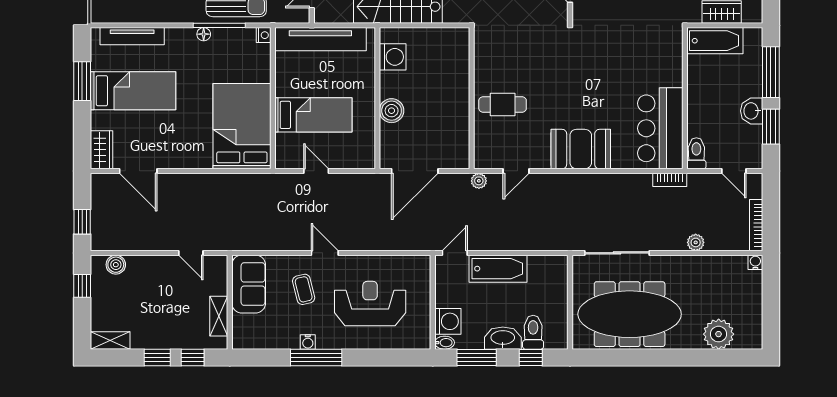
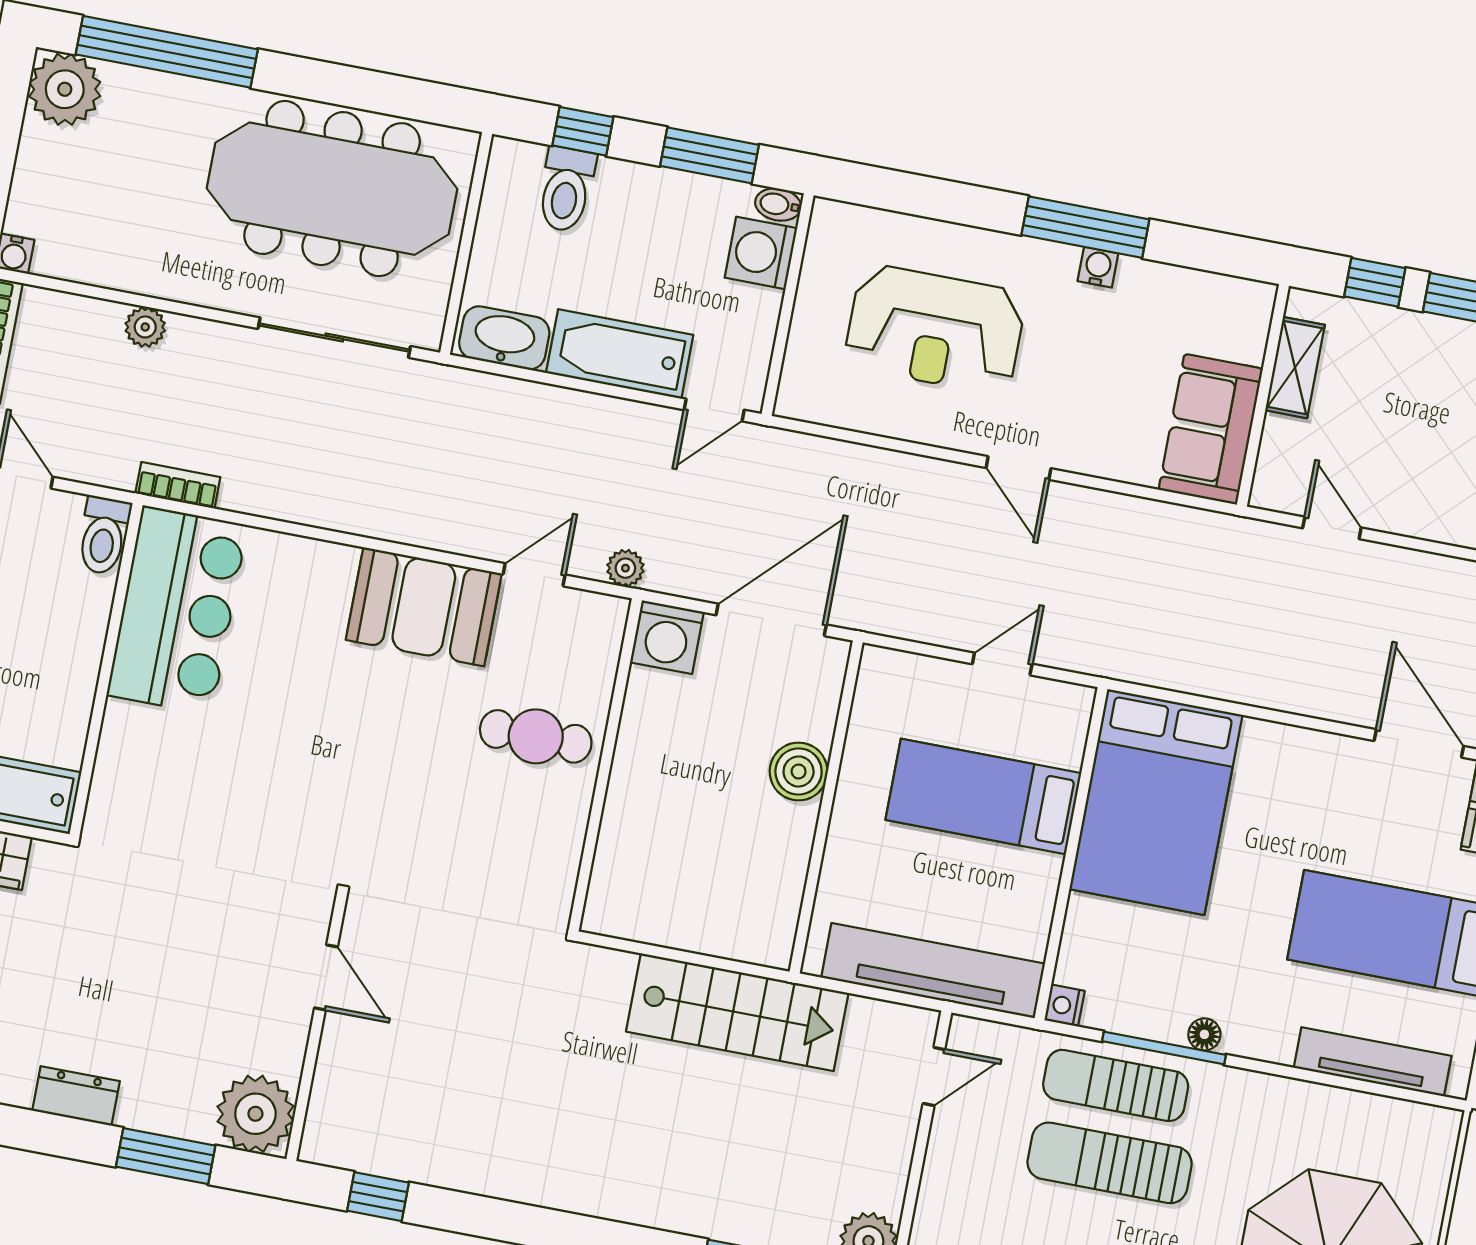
washing machine: (393, 57) -> (667, 637), moved, turned -90
booth: (581, 149) -> (424, 607), moved
door: (316, 171) -> (1002, 664), swing flipped
coffee table: (304, 289) -> (1084, 392), removed
plant: (719, 334) -> (65, 89), moved
washbasin: (503, 338) -> (504, 338), moved, turned 180
window: (708, 357) -> (167, 52), added

